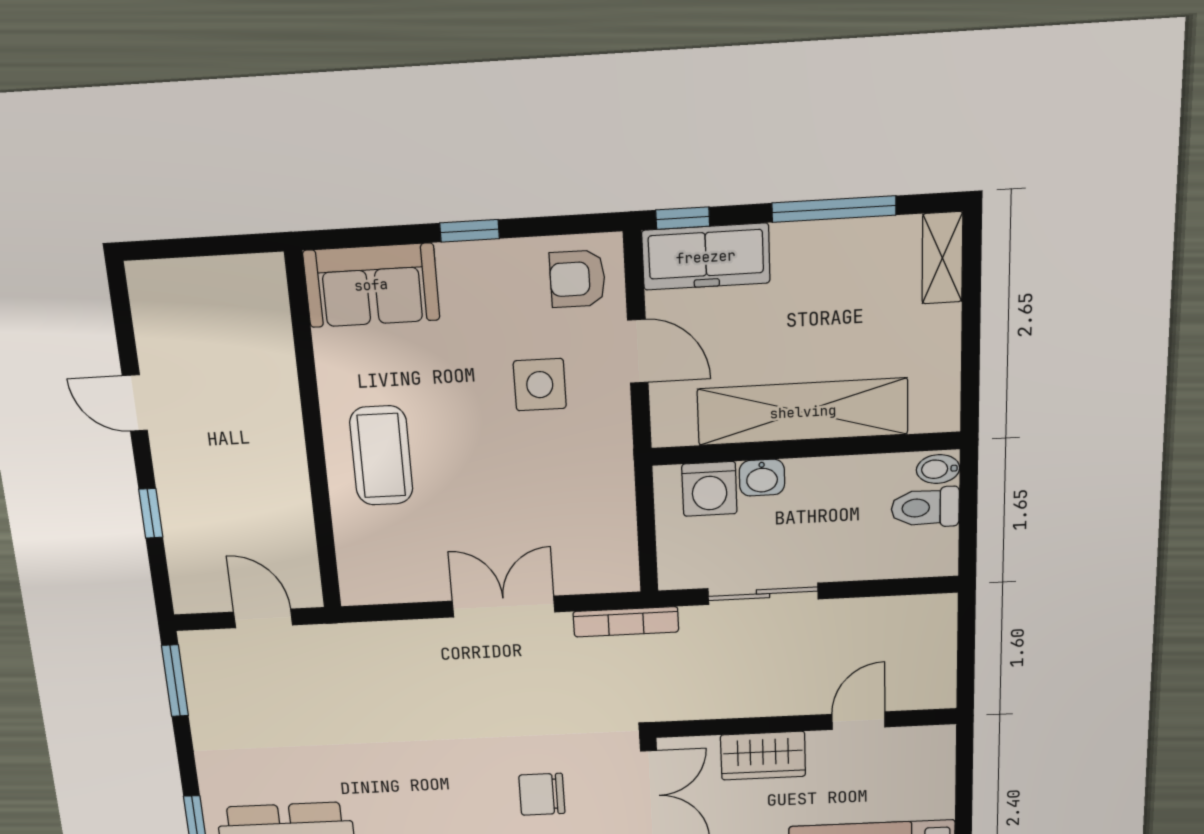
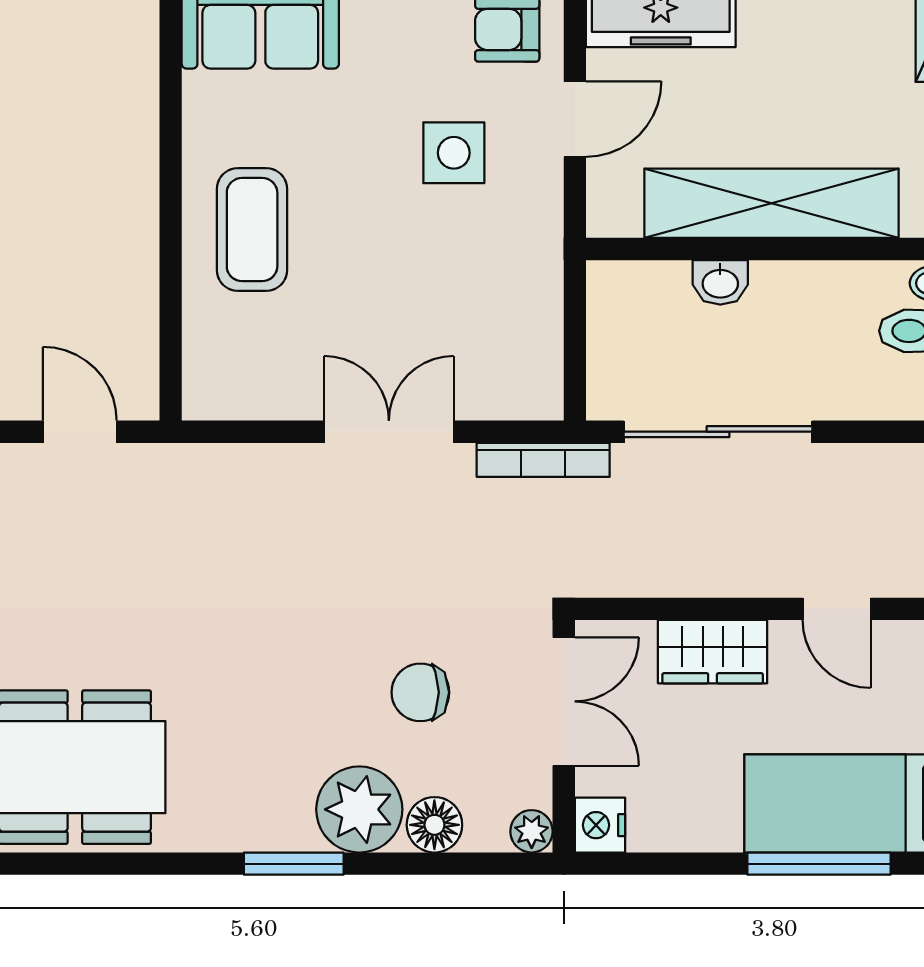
door: (638, 351) -> (575, 119), hinge flipped
washing machine: (709, 489) -> (655, 293), removed
sliding door: (763, 594) -> (718, 432), width x1.37
door: (858, 721) -> (837, 609), swing flipped

